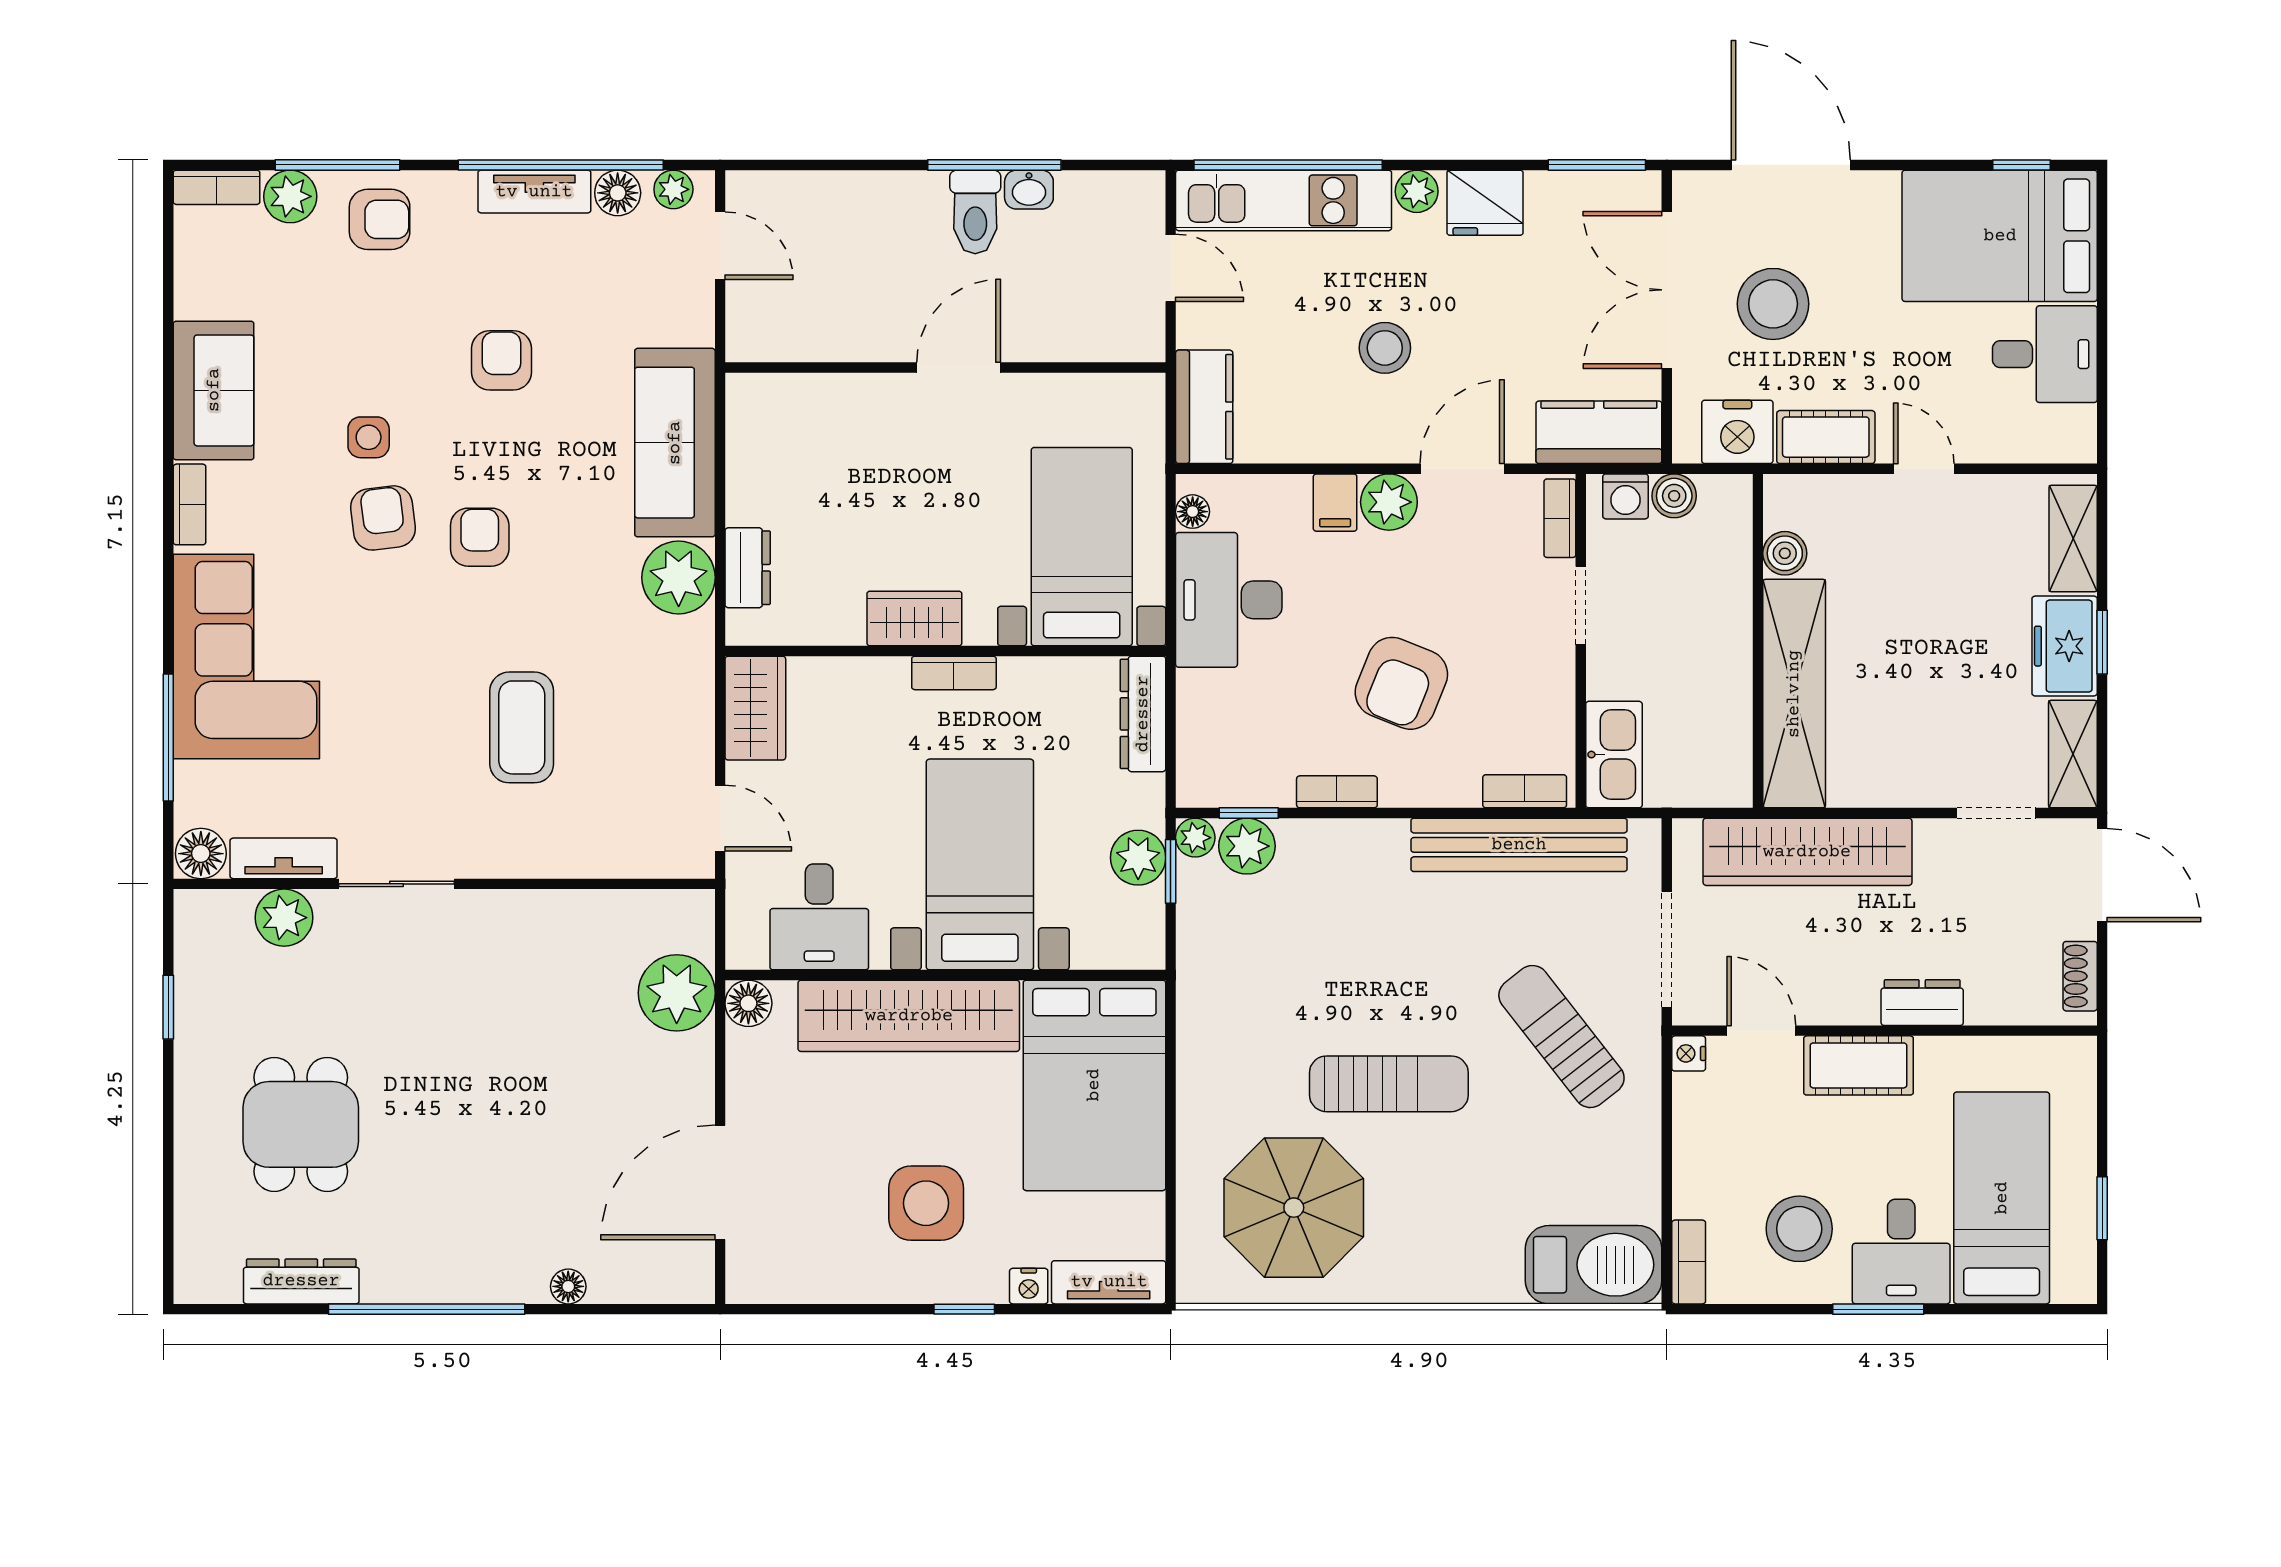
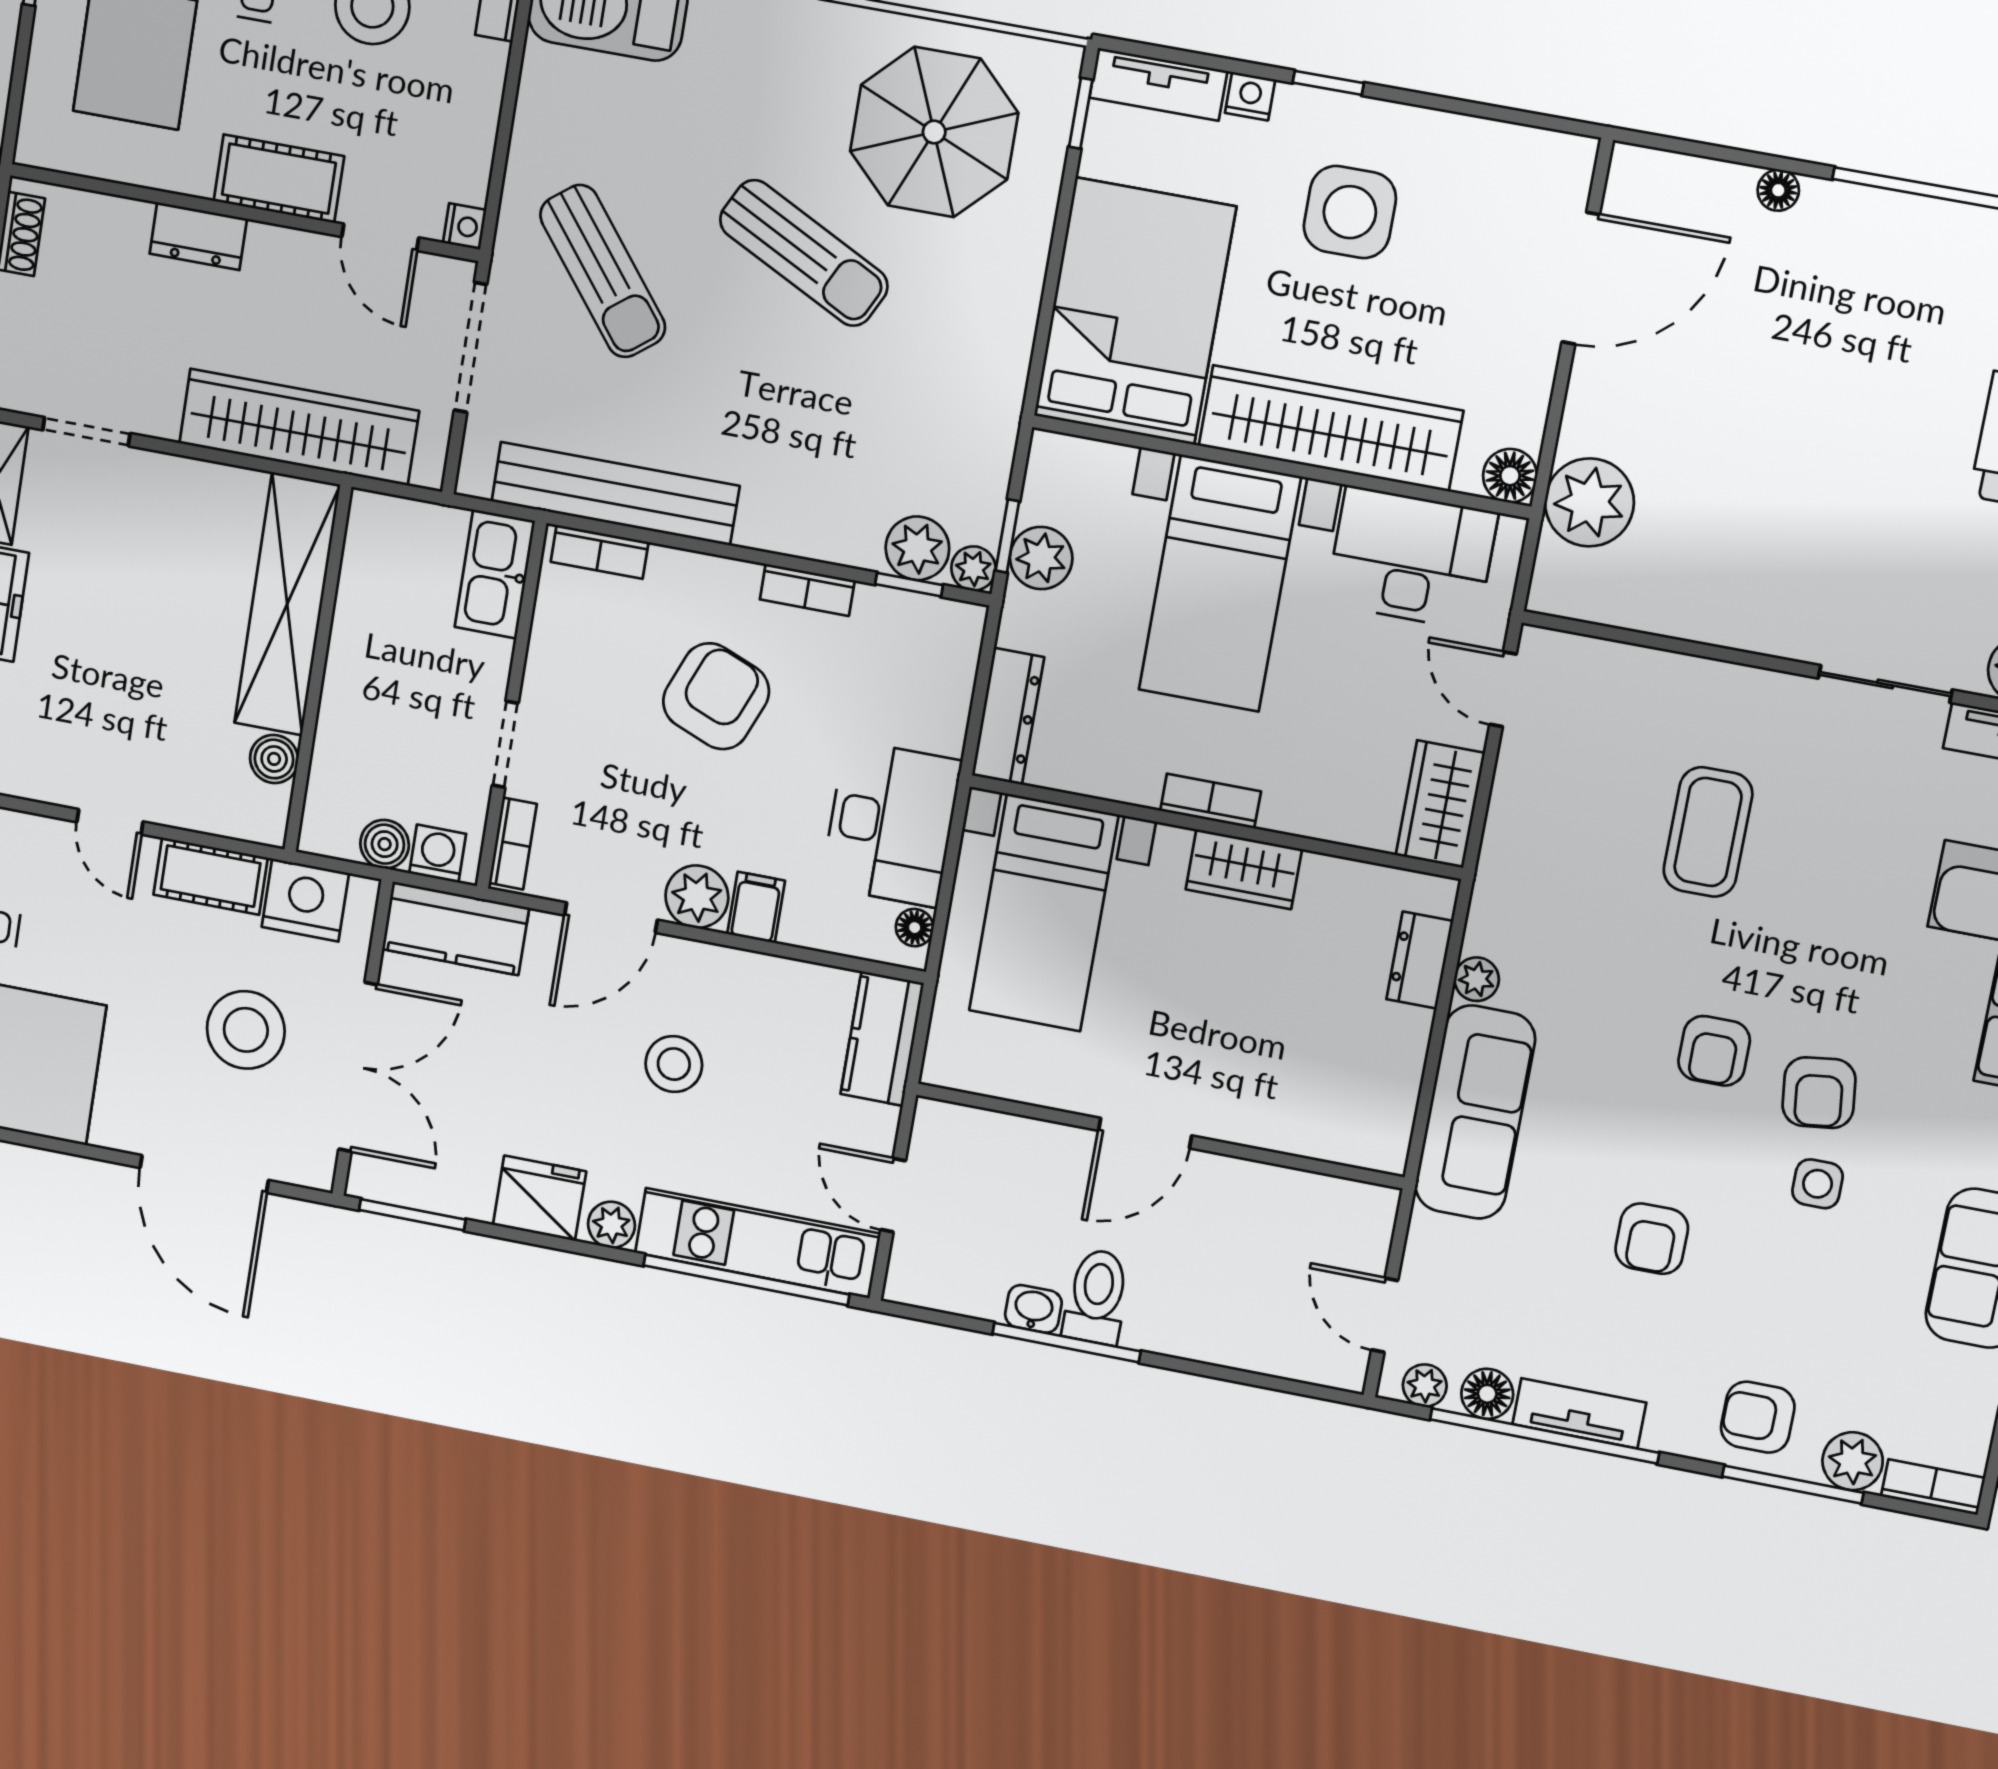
plant: (679, 577) -> (1477, 979), width x0.53, depth x0.53
desk: (819, 917) -> (1412, 558), width x1.37
sun lounger: (1389, 1084) -> (804, 253), turned -153
window: (1171, 1246) -> (1081, 113), added

